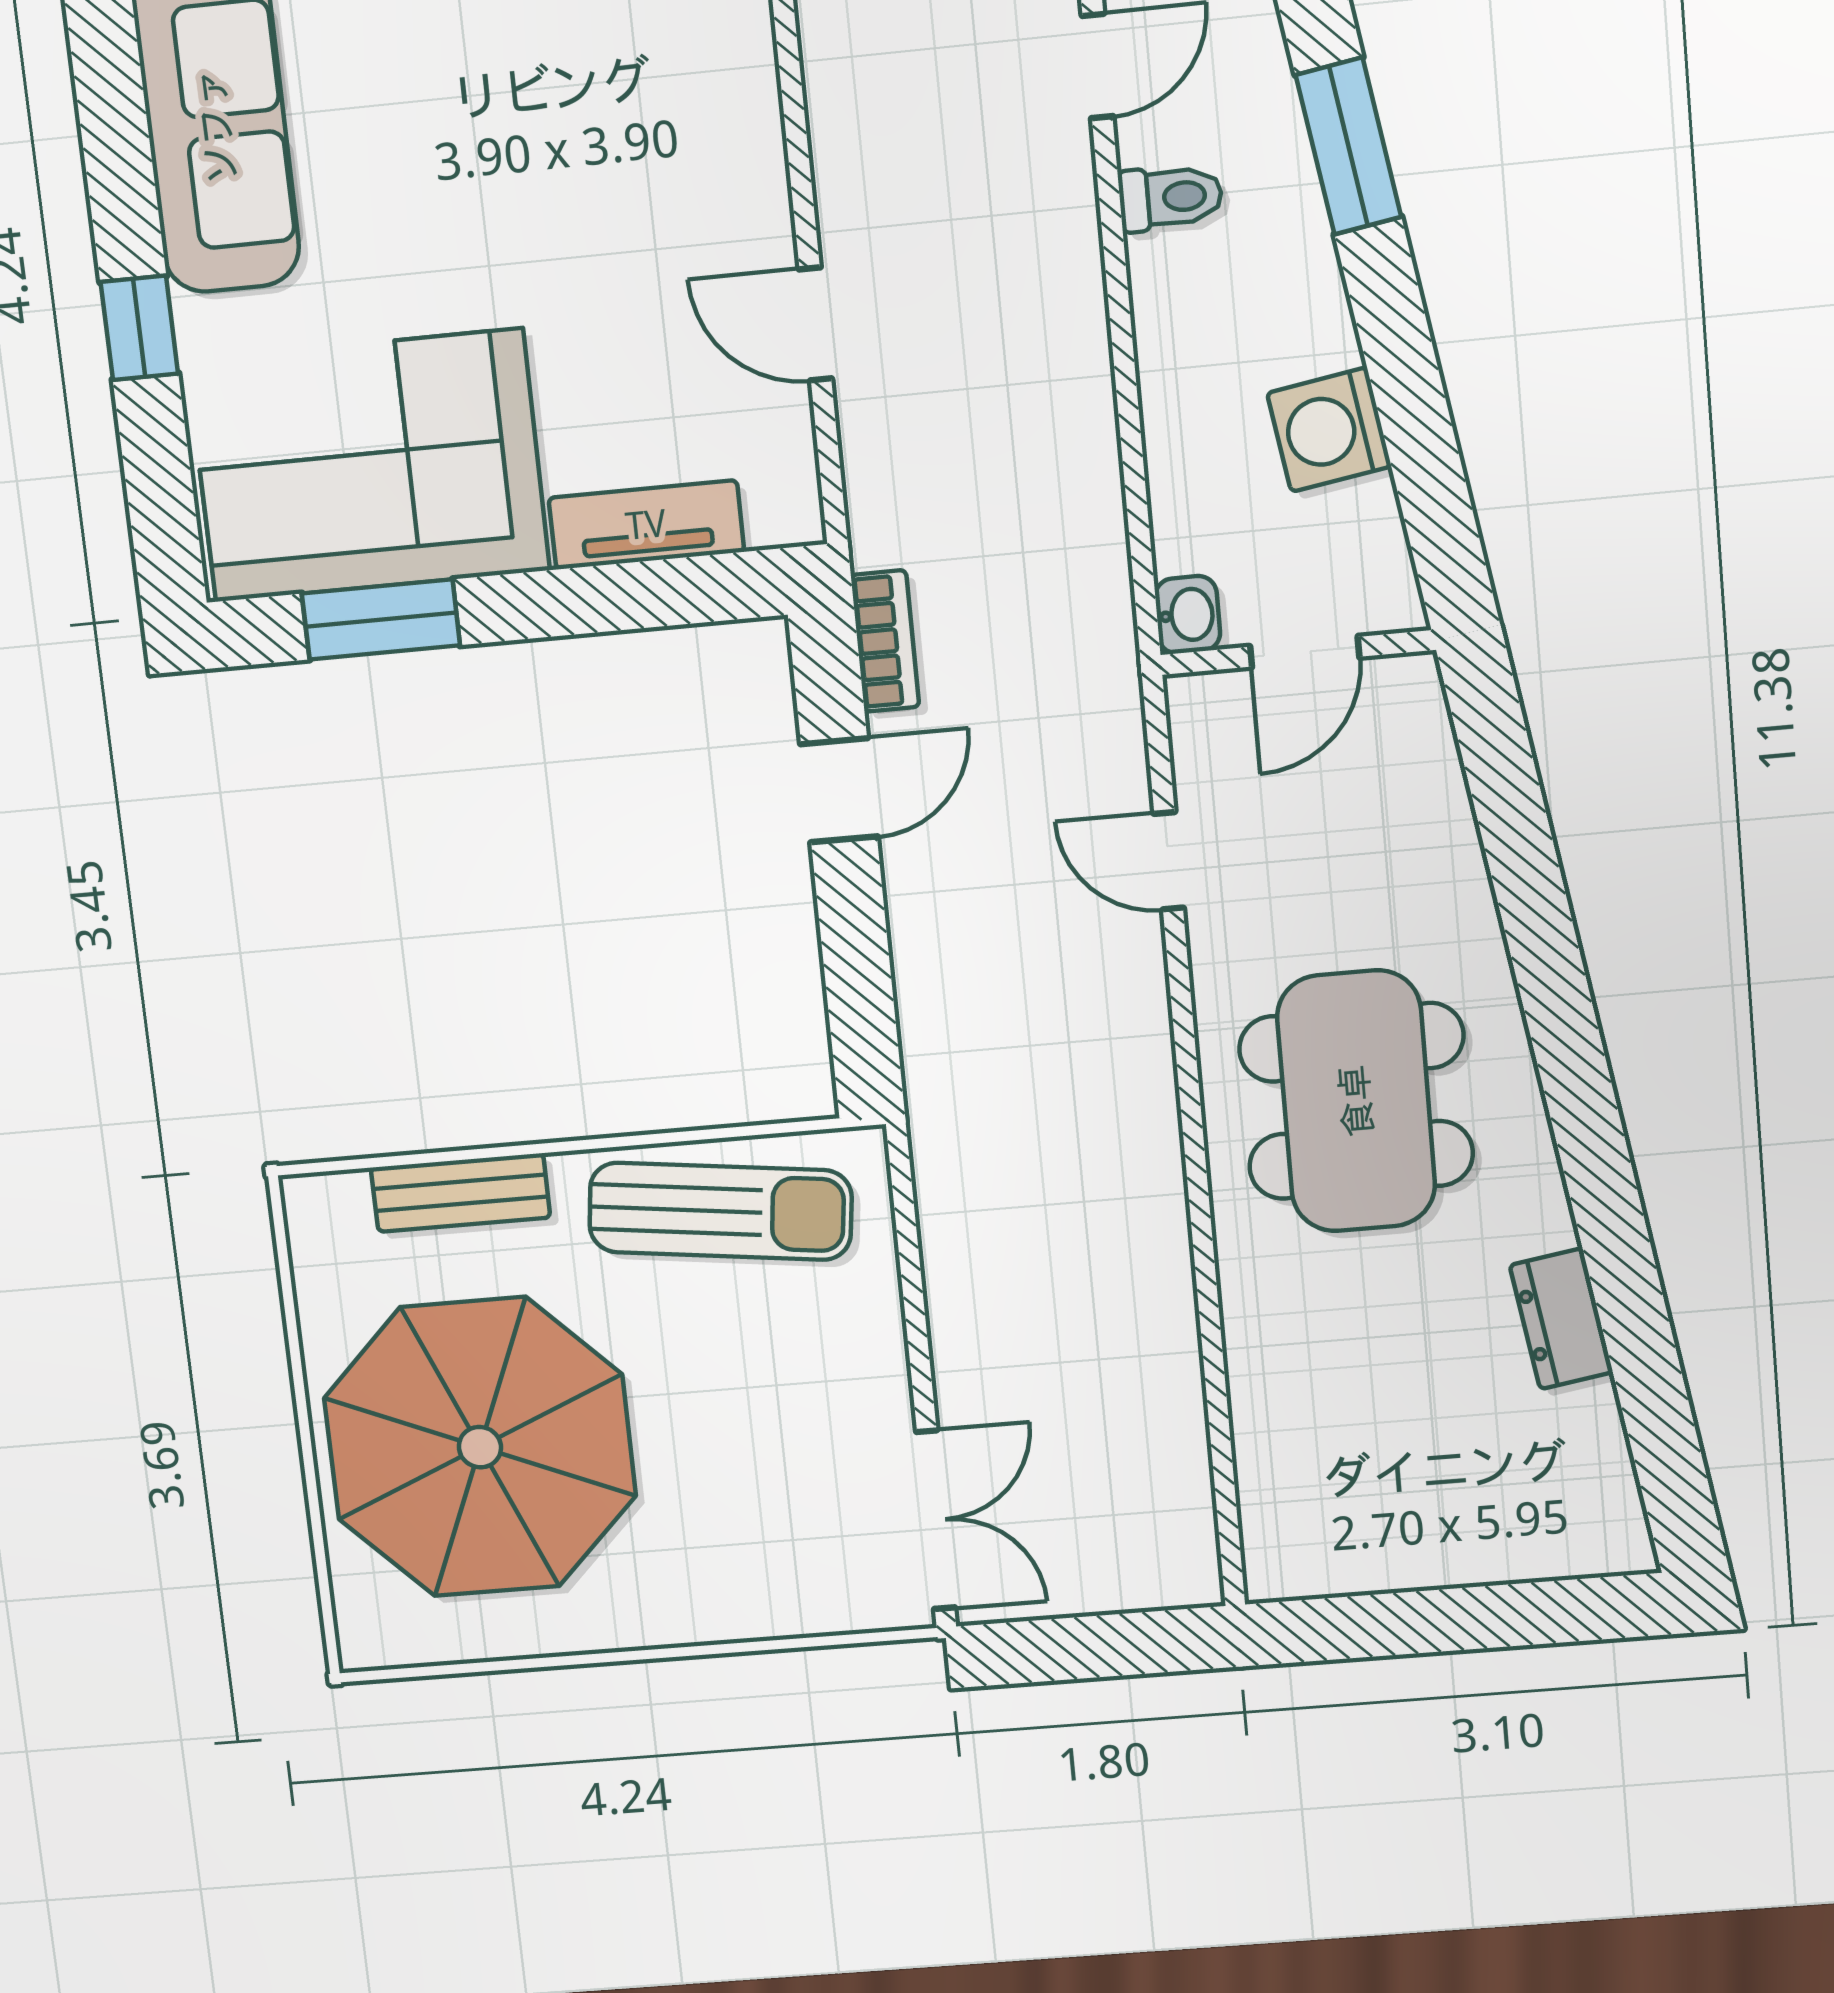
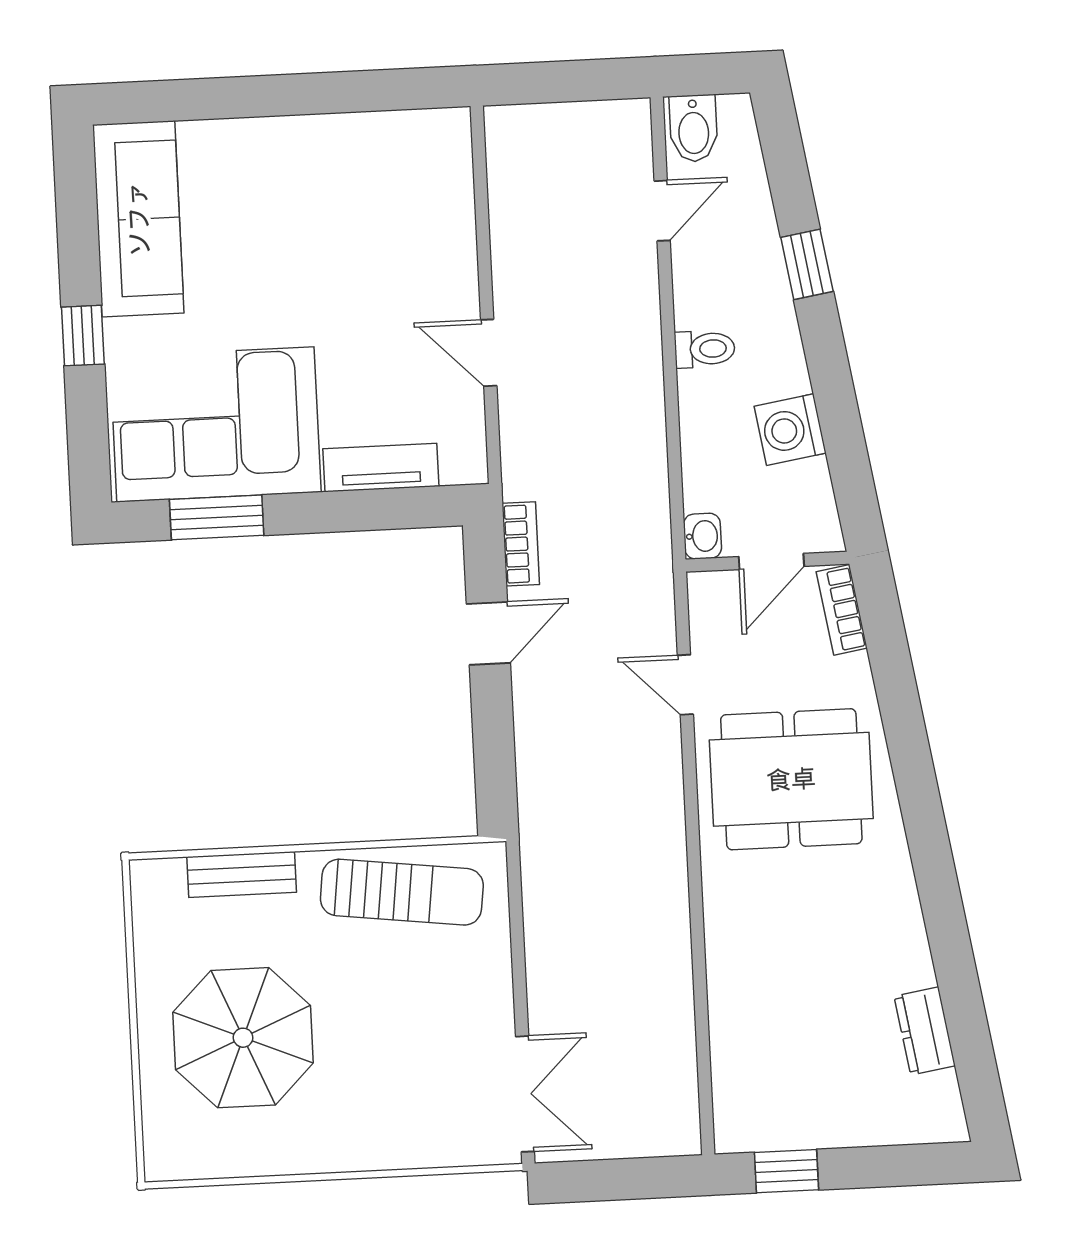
window: (1349, 146) -> (807, 264), width x0.67
toilet: (1170, 198) -> (705, 349), moved
bookcase: (1426, 727) -> (842, 610), added
dining table: (1356, 1101) -> (791, 779), moved, turned 90
dresser: (1561, 1319) -> (925, 1031), moved
parasol: (480, 1447) -> (243, 1038), width x0.73, depth x0.73
window: (1363, 1627) -> (786, 1171), added

